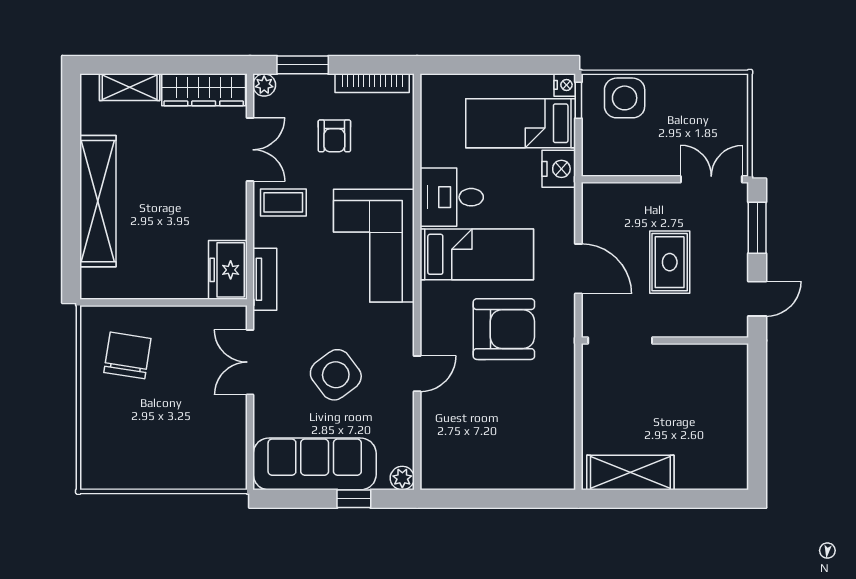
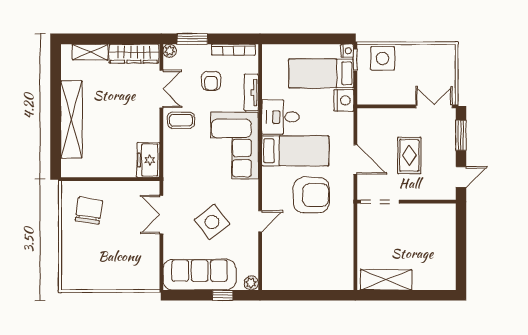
tv unit: (265, 279) -> (251, 93), moved, turned 180

